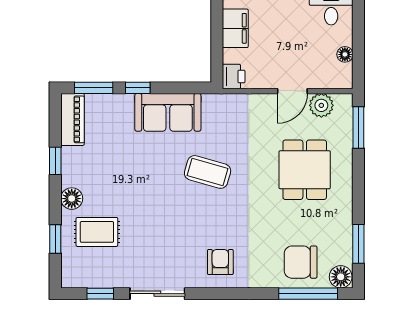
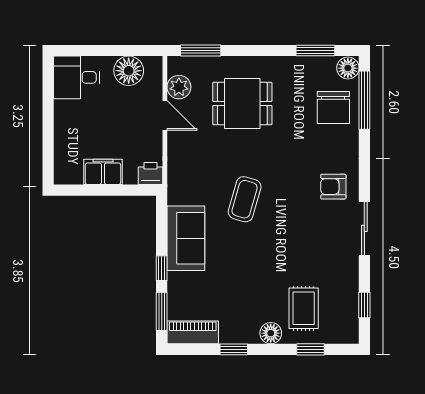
floor lamp: (345, 54) -> (129, 71), width x1.89, depth x1.89
sliding door: (157, 294) -> (364, 228), moved

